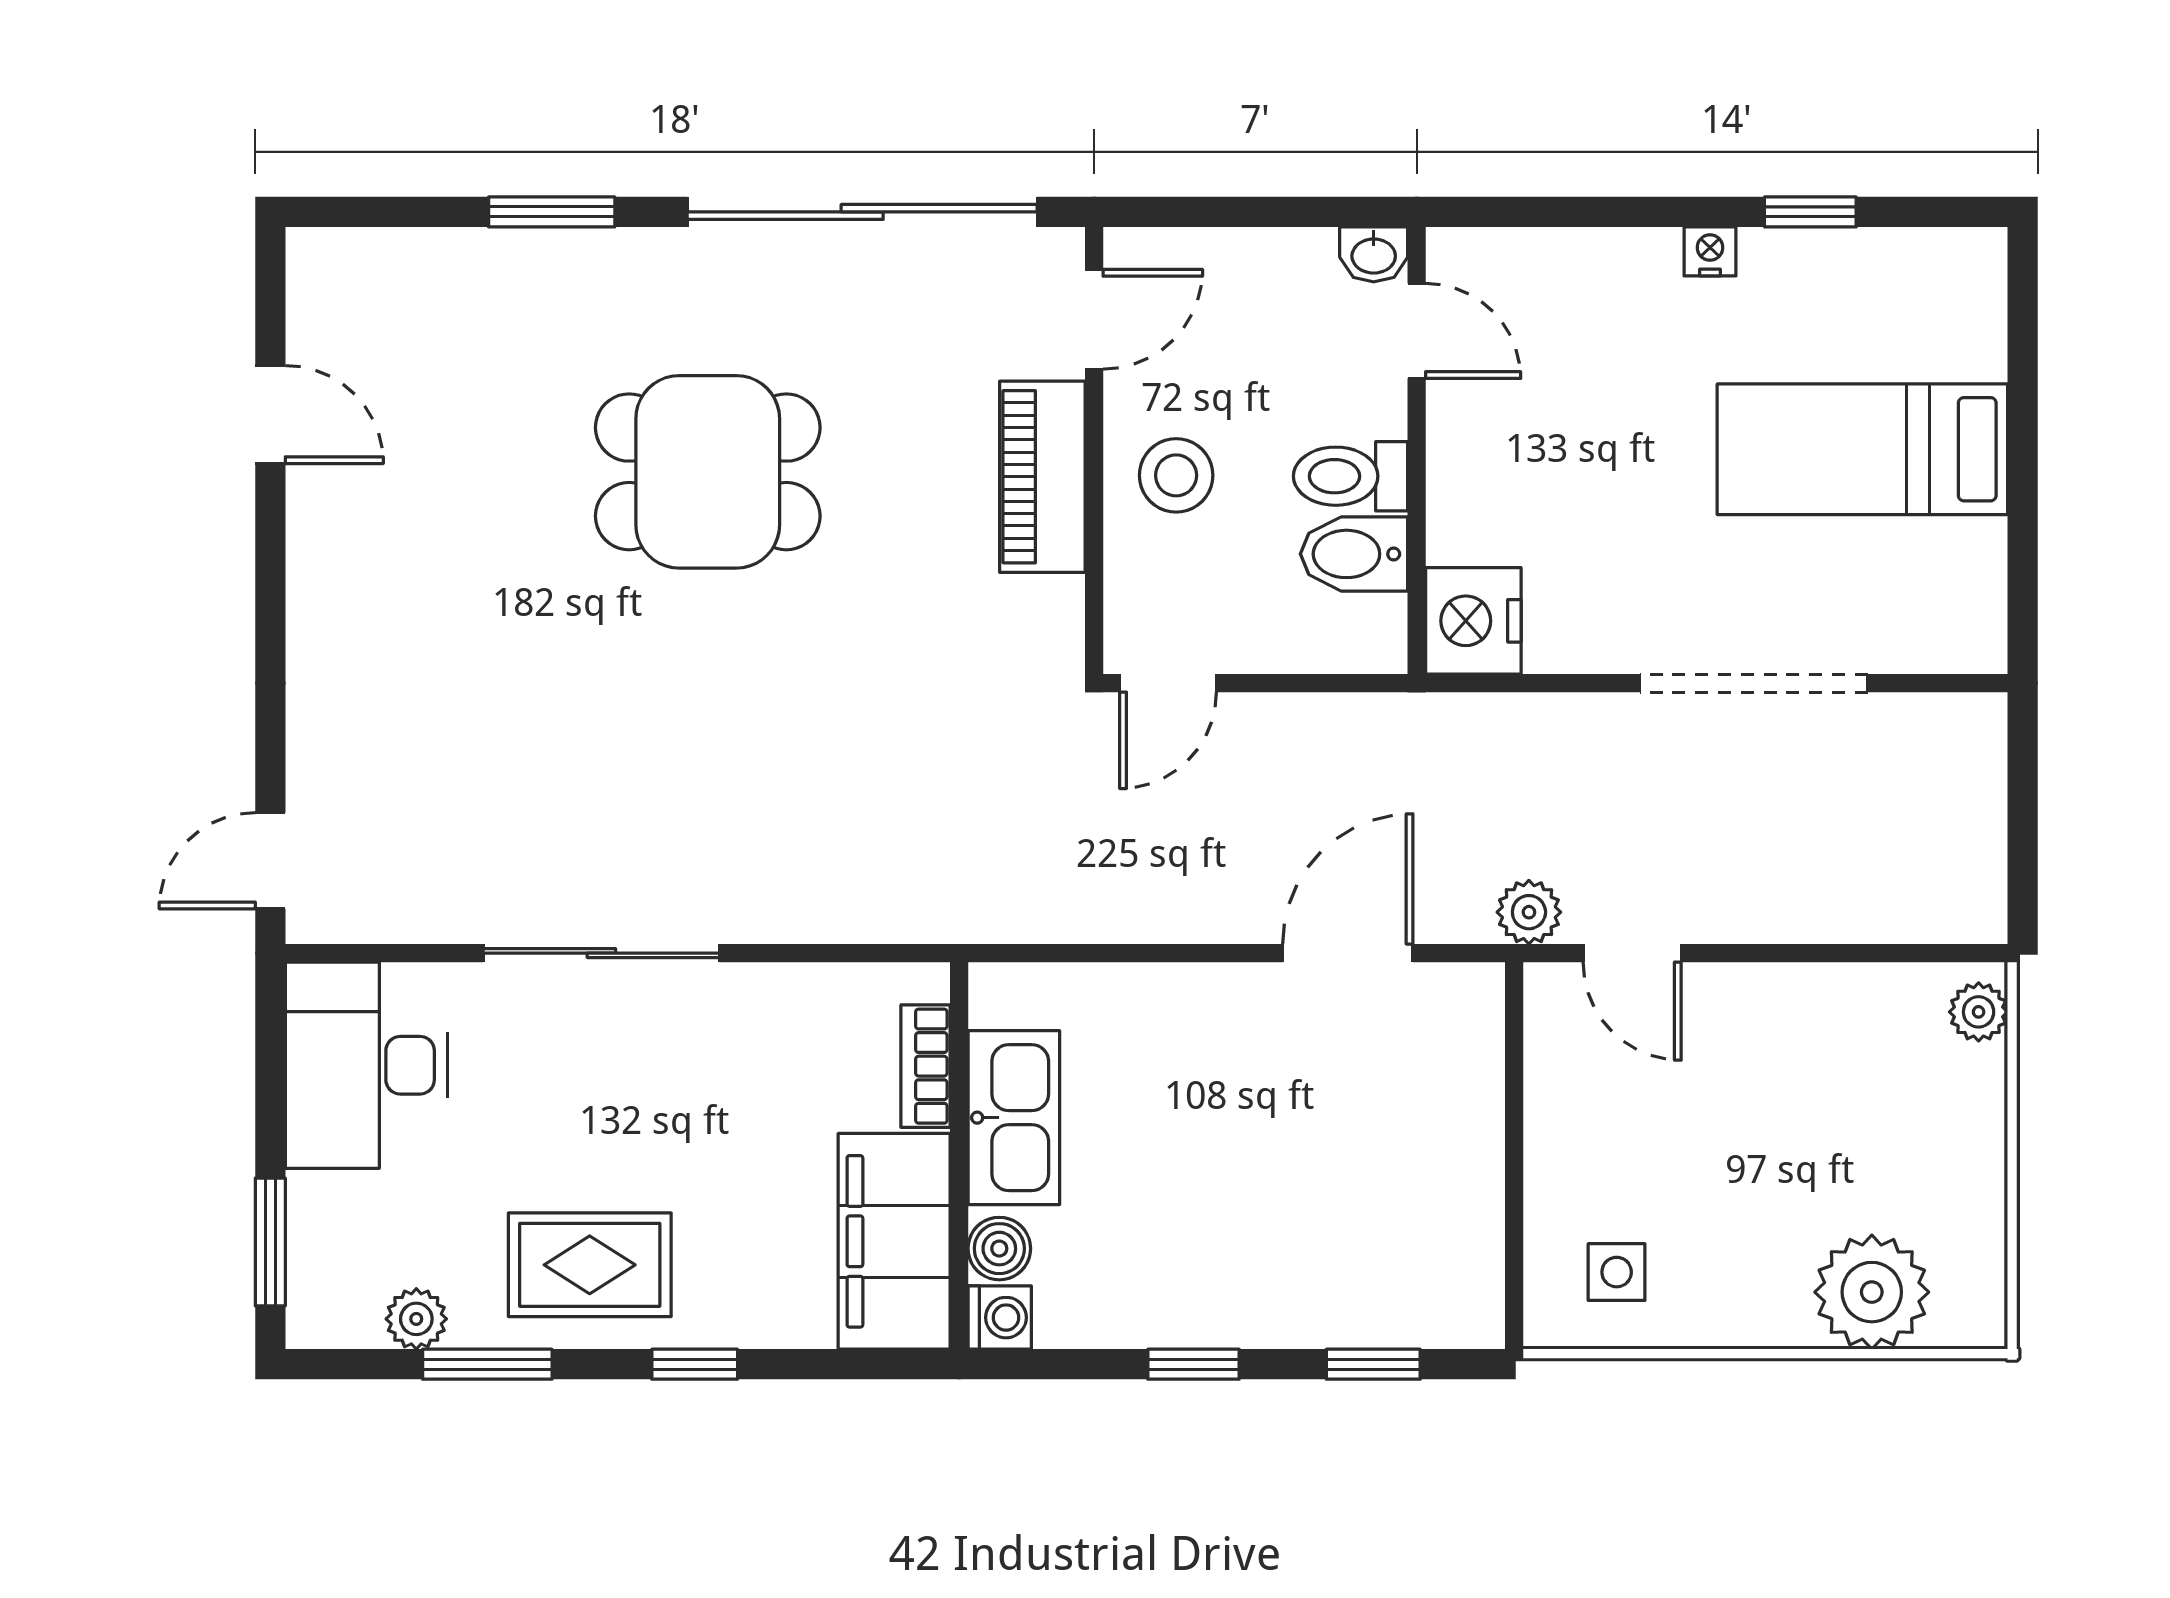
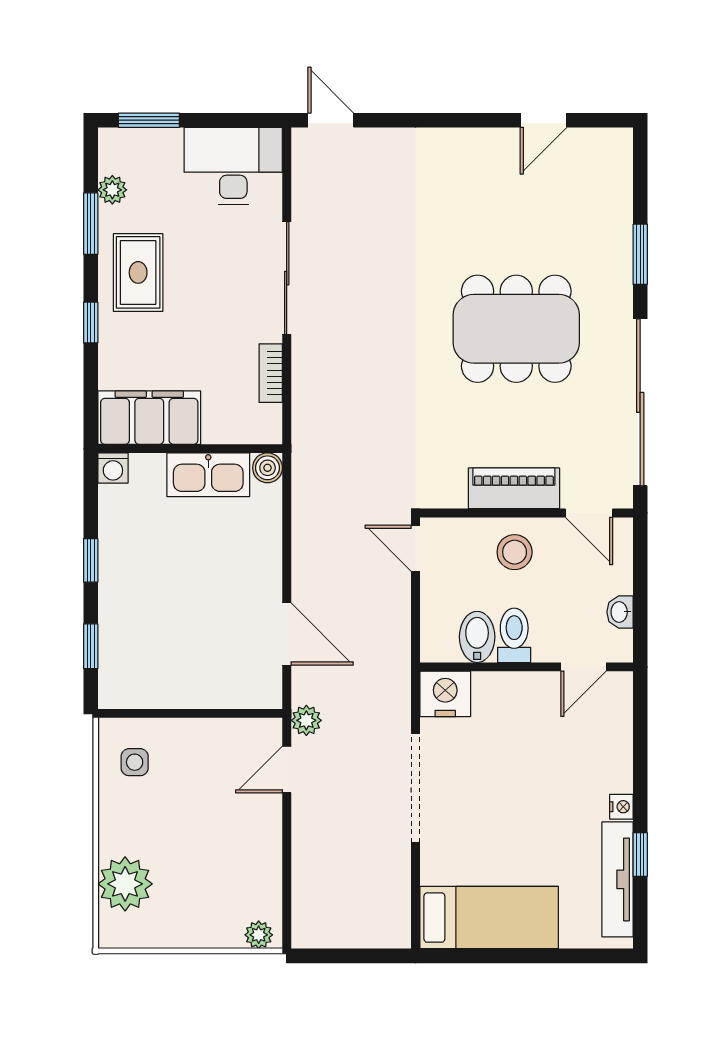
washbasin: (1374, 254) -> (620, 612), moved
tv unit: (1862, 260) -> (617, 879), added
bed: (1862, 449) -> (489, 918), moved, turned 90
dining table: (708, 472) -> (516, 329), width x1.38
doorway: (1754, 683) -> (416, 788), moved
bookcase: (925, 1066) -> (271, 373), moved, turned -90
boiler: (999, 1249) -> (268, 468), moved

